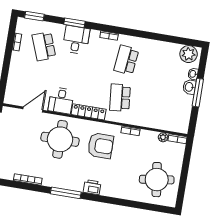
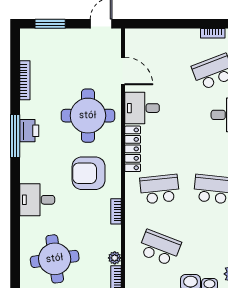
school desk: (161, 105) -> (160, 248), added
armchair: (101, 146) -> (89, 173), turned 90
desk: (113, 185) -> (37, 200), added
printer: (92, 187) -> (29, 131), moved

